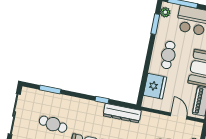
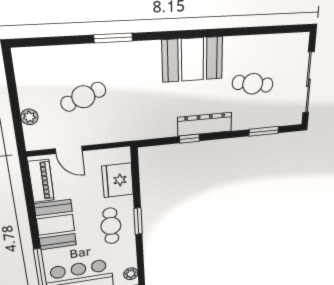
window: (155, 24) -> (138, 221), moved
dresser: (122, 113) -> (205, 124), moved

